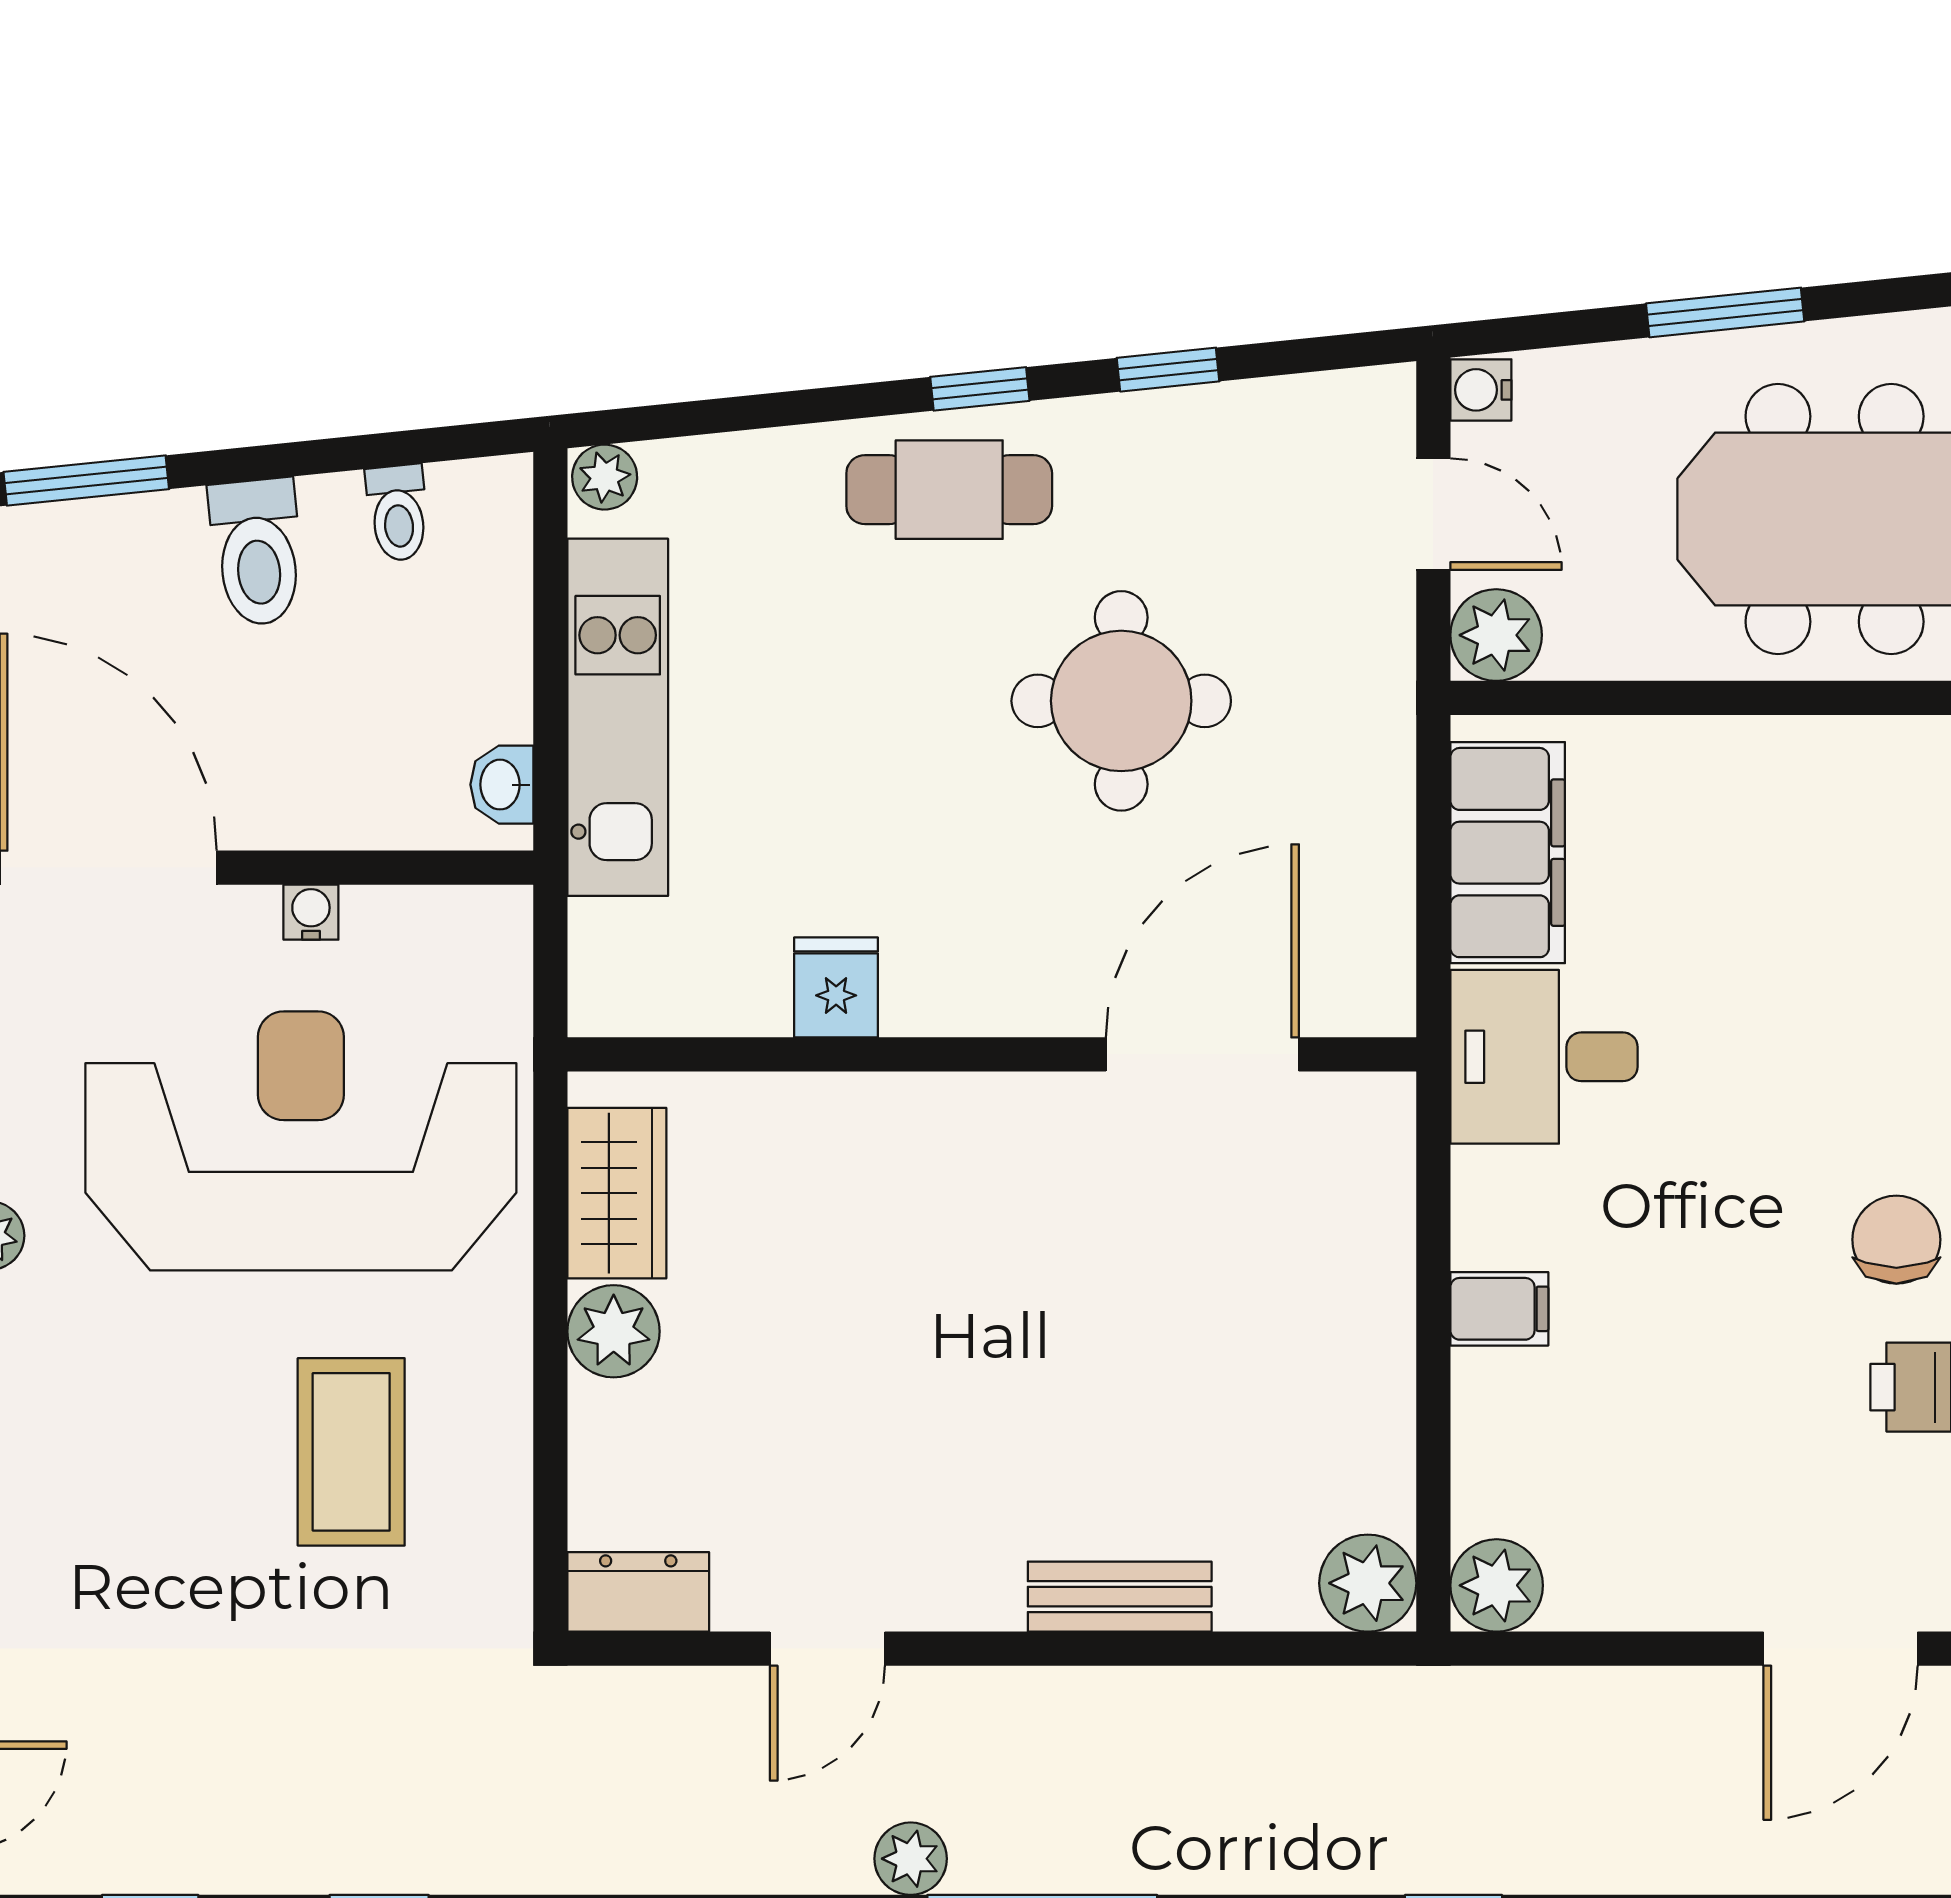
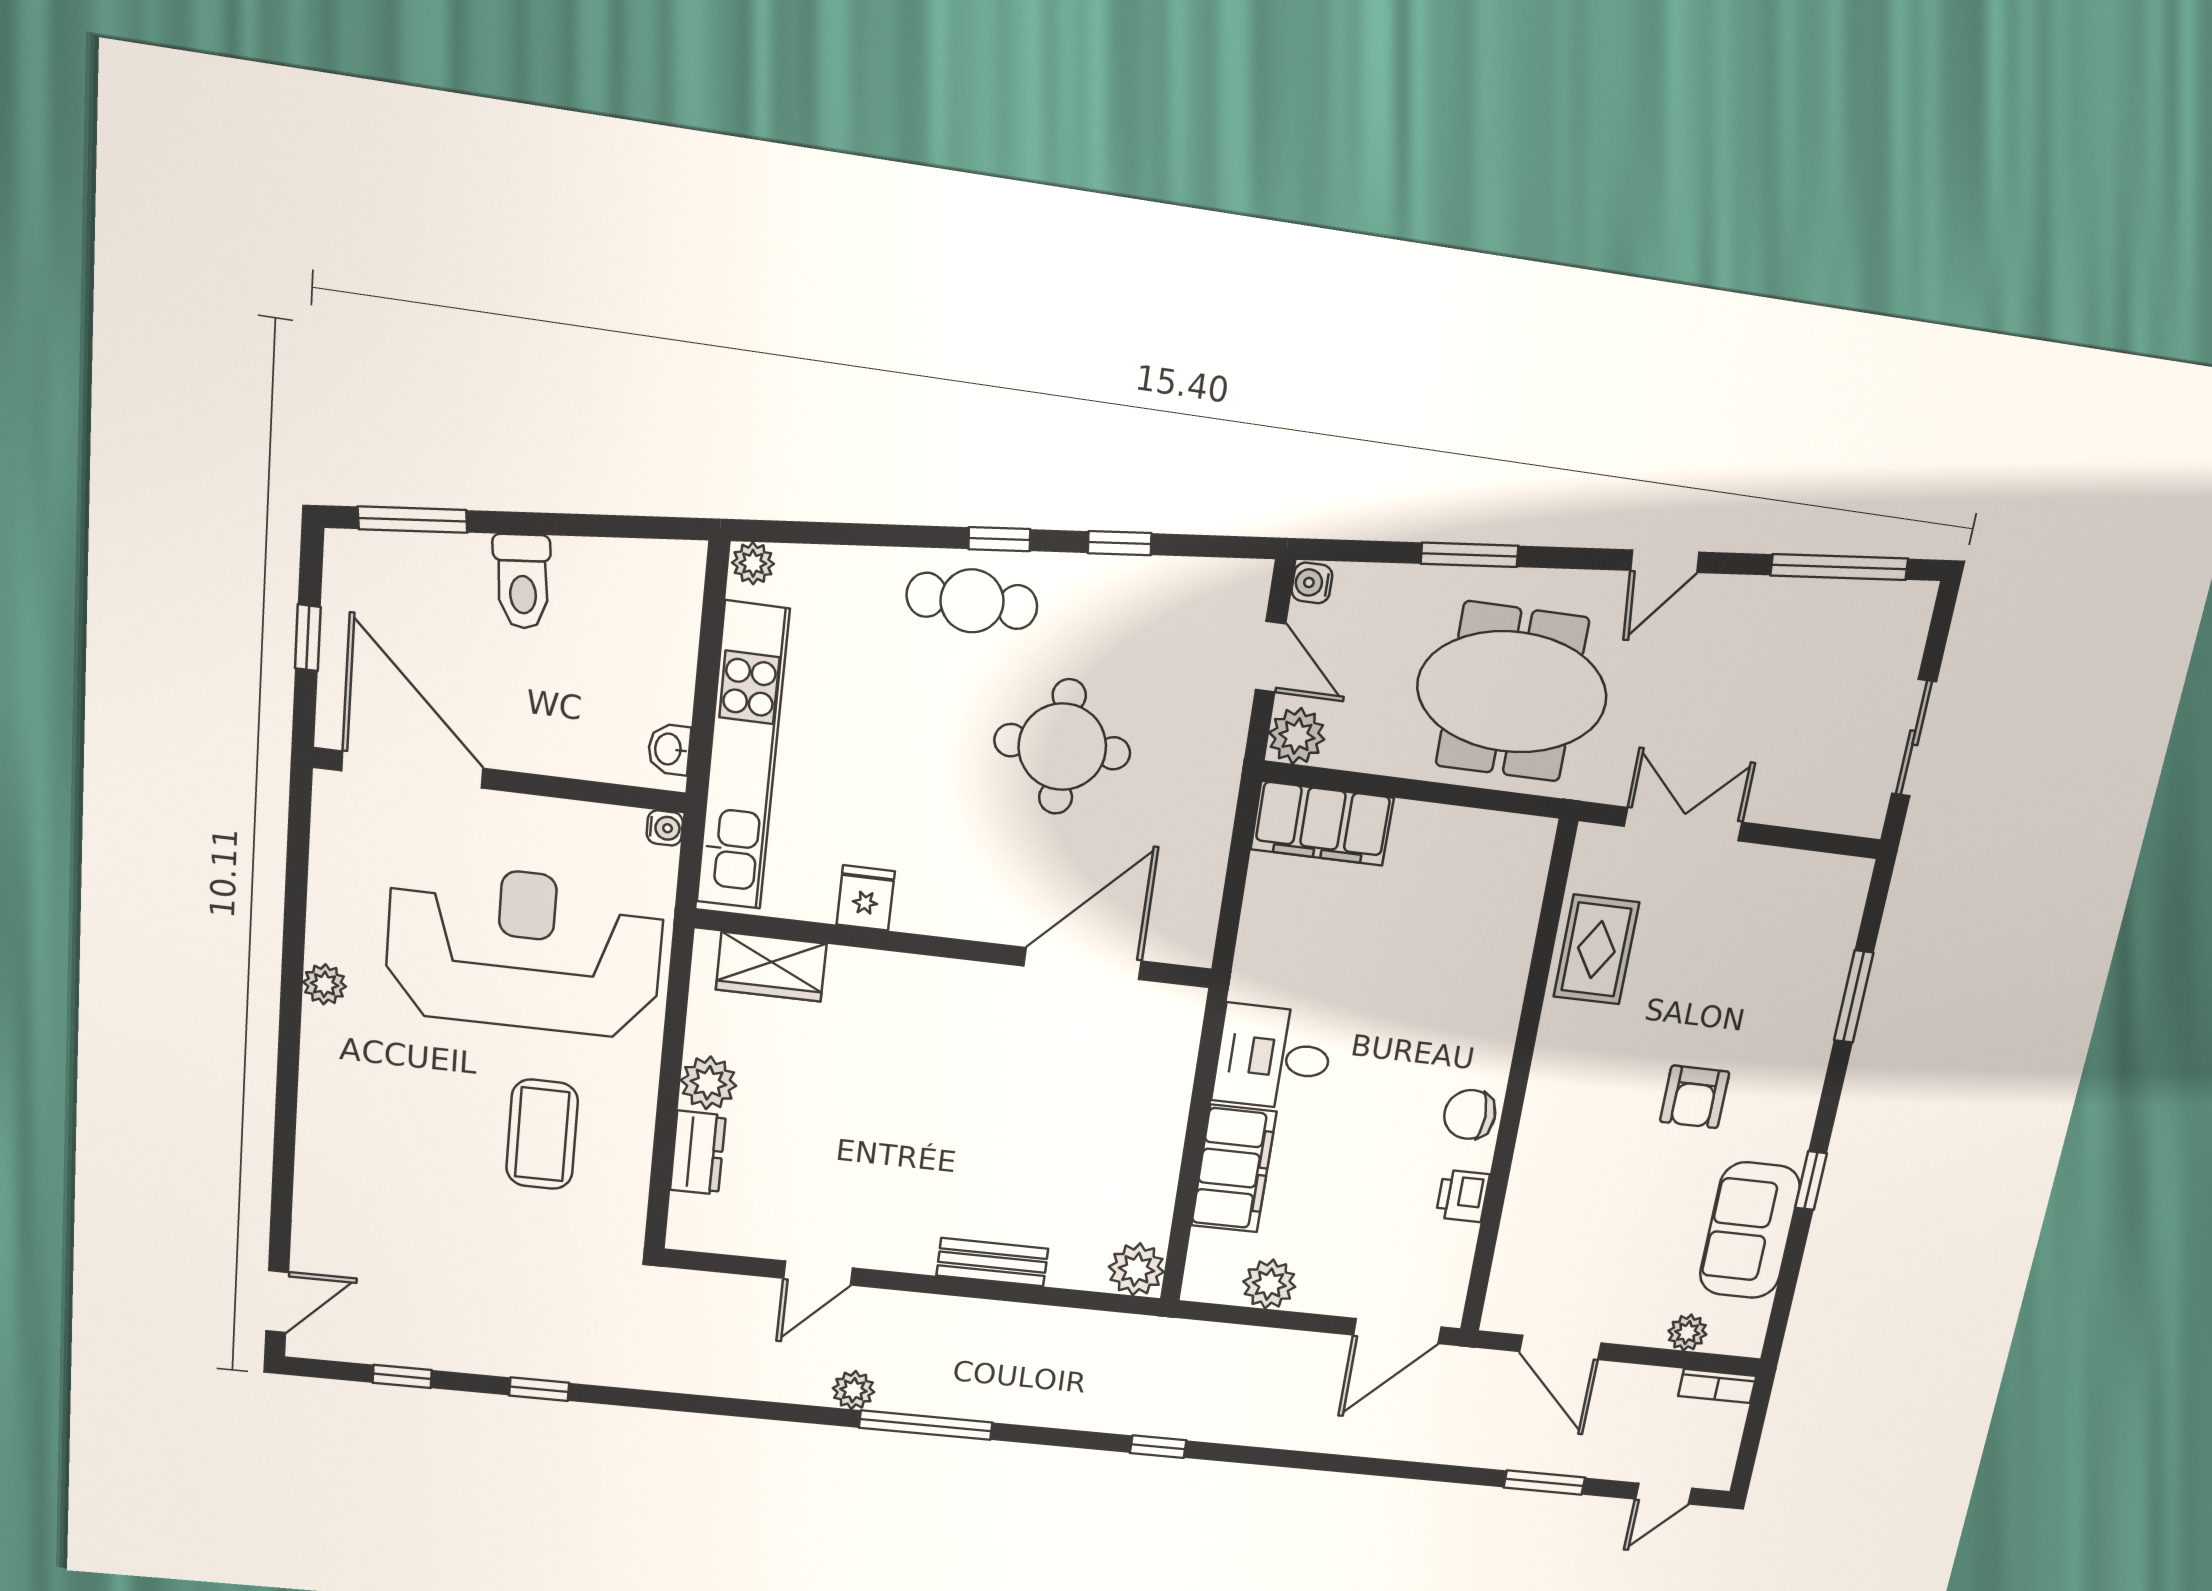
toilet: (398, 513) -> (617, 568), removed
kitchen unit: (618, 717) -> (743, 757), width x1.36
filing cabinet: (1508, 853) -> (1322, 823), moved, turned 90
water cooler: (311, 912) -> (665, 828), moved, turned 90
desk: (1544, 1057) -> (1273, 1058), moved
wardrobe: (617, 1193) -> (771, 967), moved, turned 90
chair: (1896, 1240) -> (1470, 1114), turned -90
filing cabinet: (1499, 1309) -> (1234, 1169), width x3.00, depth x1.17
plant: (1497, 1585) -> (1269, 1284), moved
dresser: (638, 1592) -> (698, 1153), moved, turned 90

